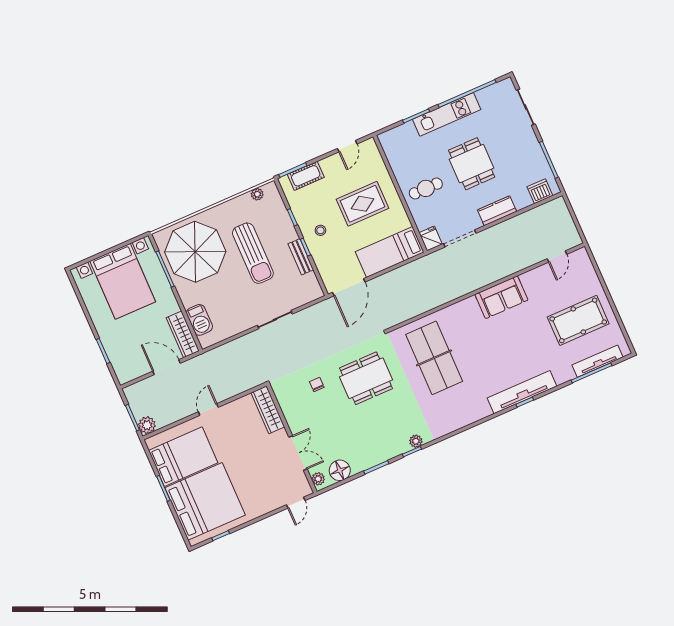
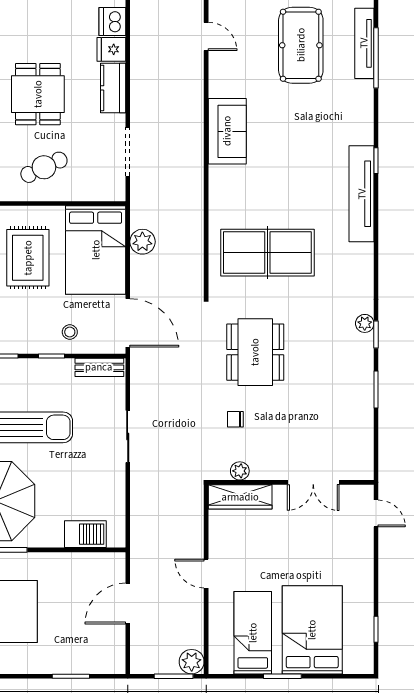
dining table: (472, 164) -> (38, 94), turned 90
cafe table: (426, 188) -> (44, 167), turned 65
stool: (320, 230) -> (70, 332), moved
fridge: (431, 238) -> (111, 49), moved
bed: (390, 252) -> (96, 250), width x1.50
bench: (301, 257) -> (99, 367), moved
plant: (406, 274) -> (142, 242), added
wardrobe: (183, 334) -> (95, 564), removed
tv unit: (522, 392) -> (362, 194), moved
double door: (298, 453) -> (313, 482), swing flipped
bed: (183, 457) -> (253, 633), width x0.67
floor lamp: (340, 470) -> (359, 438), removed
plant: (318, 479) -> (240, 471), moved
bed: (205, 501) -> (312, 630), width x0.73

